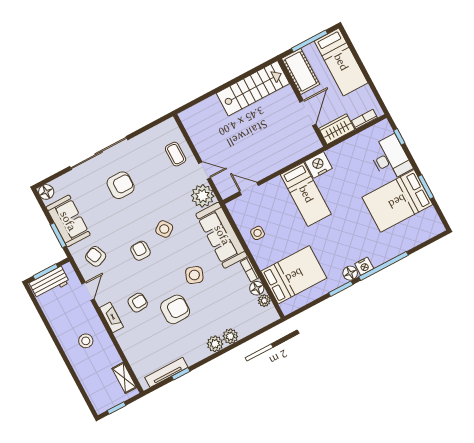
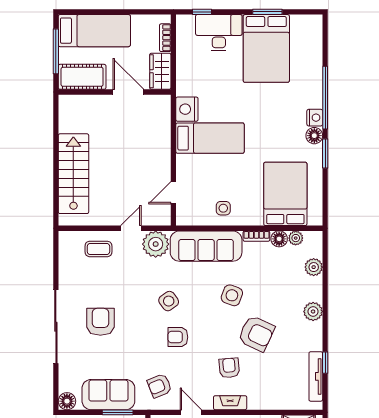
stairs: (253, 88) -> (73, 174), moved
armchair: (175, 309) -> (256, 333), turned 115
plant: (230, 336) -> (314, 267), moved

